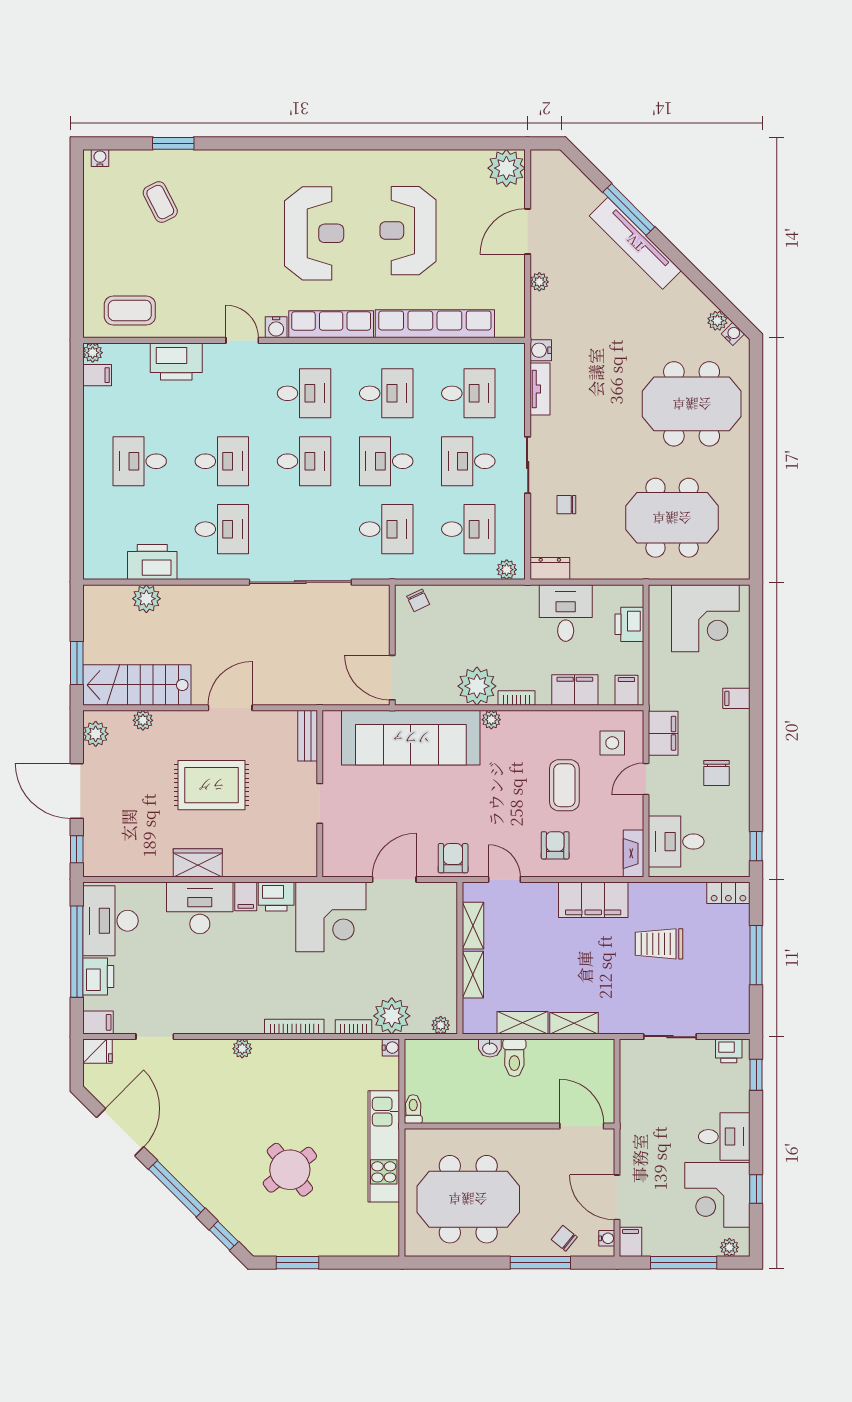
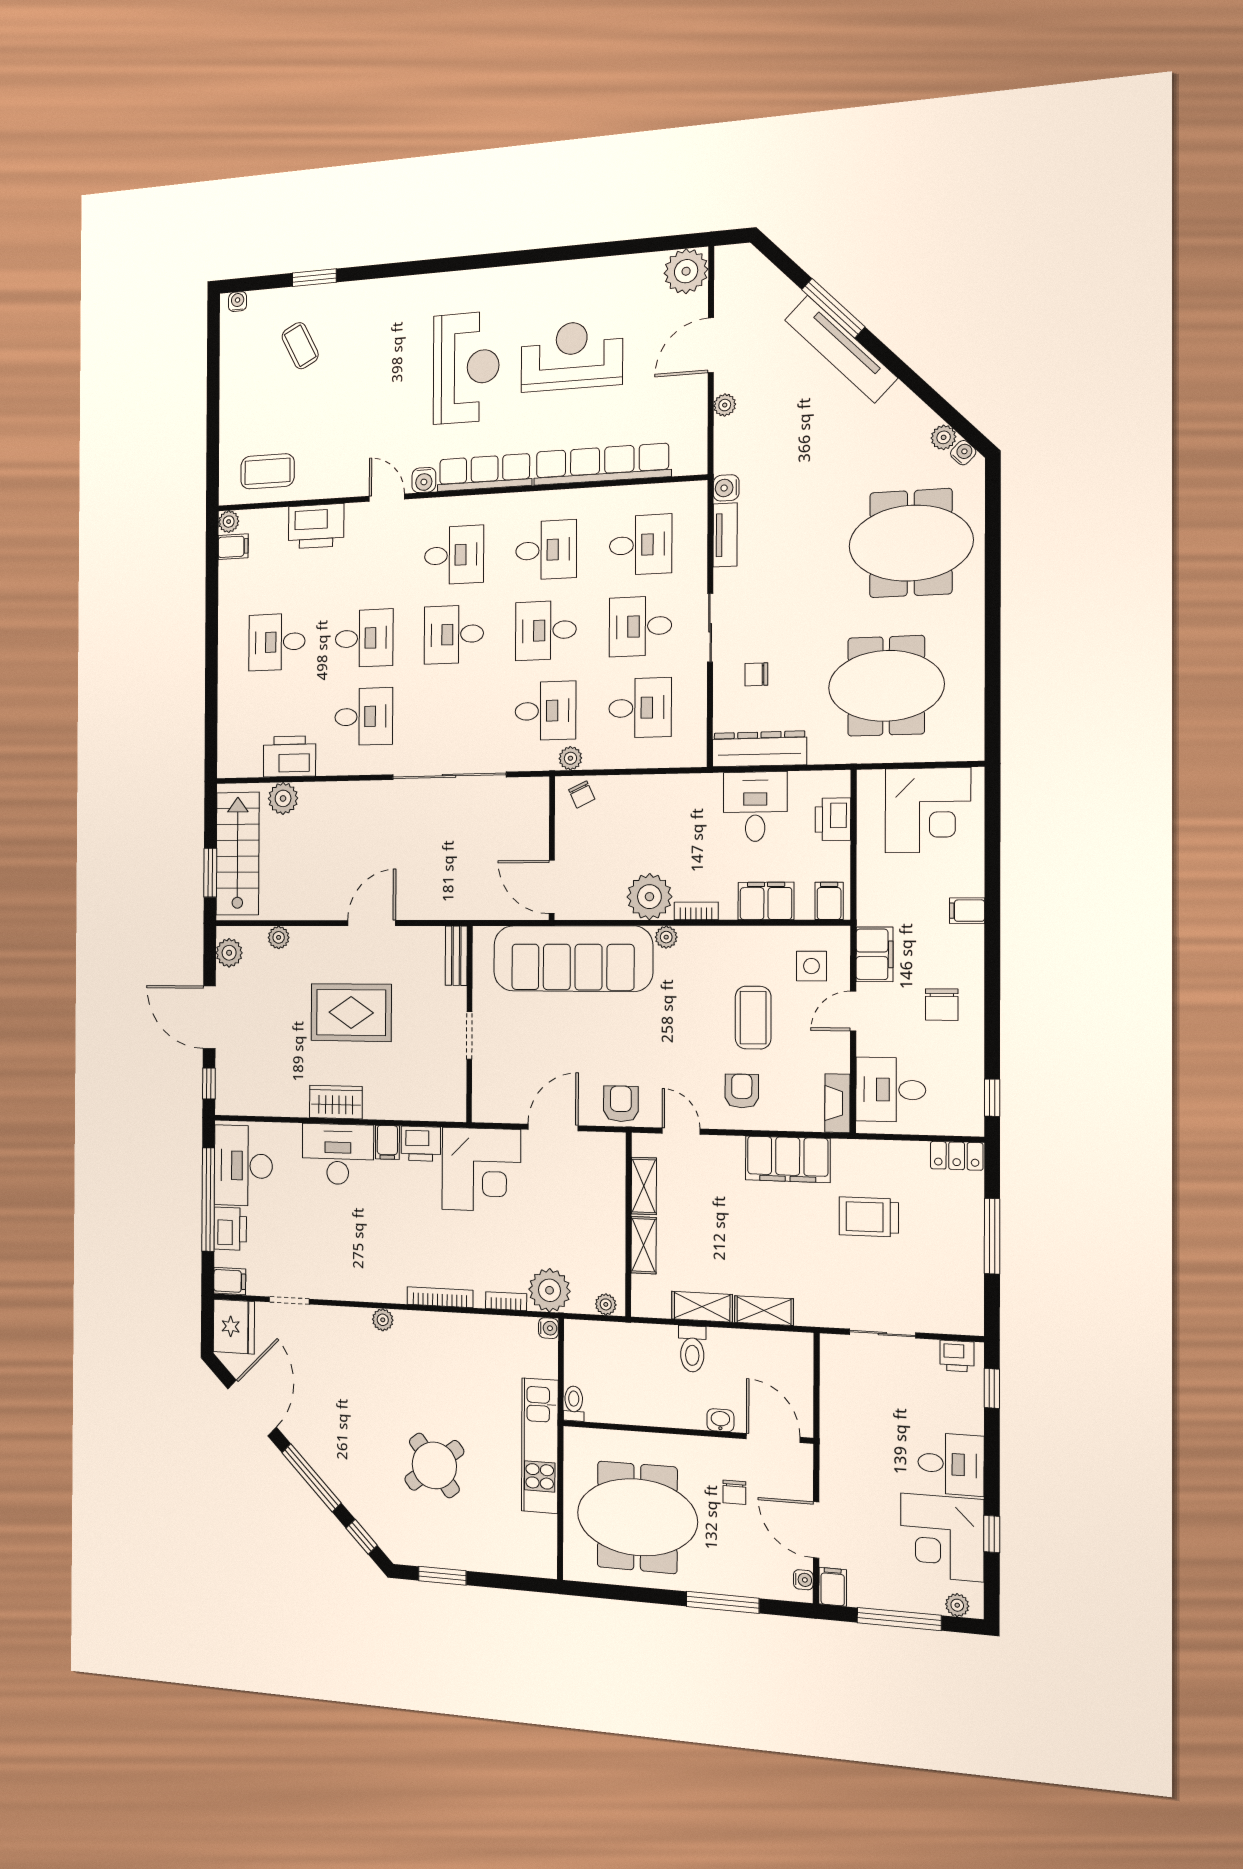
reception desk: (408, 231) -> (572, 356), turned 90
desk: (304, 461) -> (454, 634), turned 180
dresser: (550, 569) -> (759, 749), width x1.96, depth x1.24
plant: (507, 570) -> (570, 758), moved
stairs: (137, 685) -> (238, 854), moved, turned 90
washbasin: (490, 1048) -> (720, 1420), moved, turned 180
fridge: (97, 1051) -> (234, 1327), width x1.88, depth x1.34
chair: (564, 1238) -> (734, 1492), moved, turned -129

